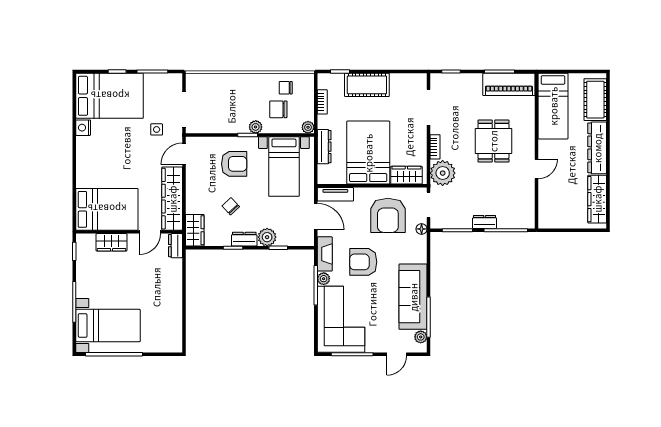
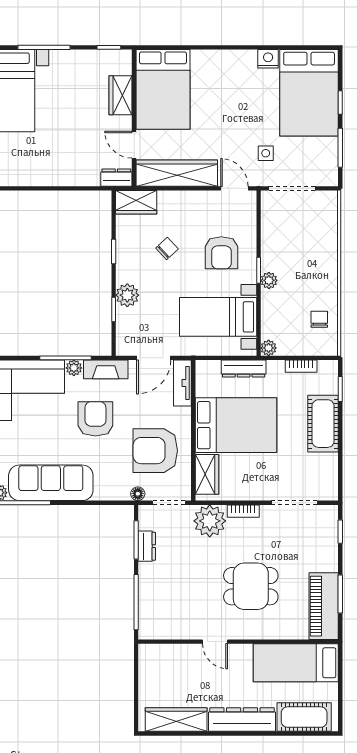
chair: (278, 109) -> (292, 310), removed
dresser: (485, 222) -> (147, 546), moved
dresser: (244, 239) -> (125, 266), removed

